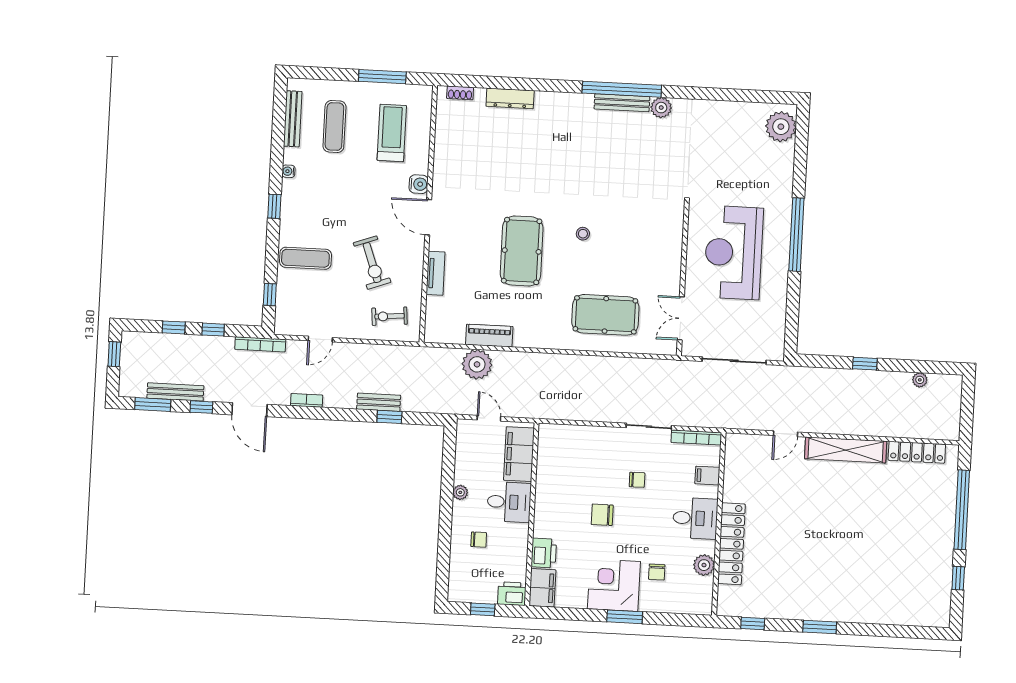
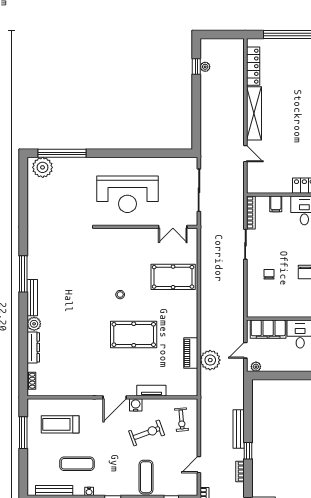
window: (622, 89) -> (23, 274), width x0.68
bench: (622, 103) -> (32, 298), moved
plant: (661, 108) -> (34, 324), moved
exercise mat: (334, 126) -> (77, 464), moved
water cooler: (419, 184) -> (136, 405), moved
window: (796, 235) -> (62, 153), moved
pool table: (605, 315) -> (173, 277), turned 90
door: (320, 339) -> (199, 465), swing flipped
window: (865, 364) -> (196, 67), moved
bench: (379, 402) -> (239, 429), width x1.36
window: (389, 417) -> (248, 451), moved
chair: (637, 480) -> (269, 274), moved
plant: (460, 492) -> (256, 367), moved

